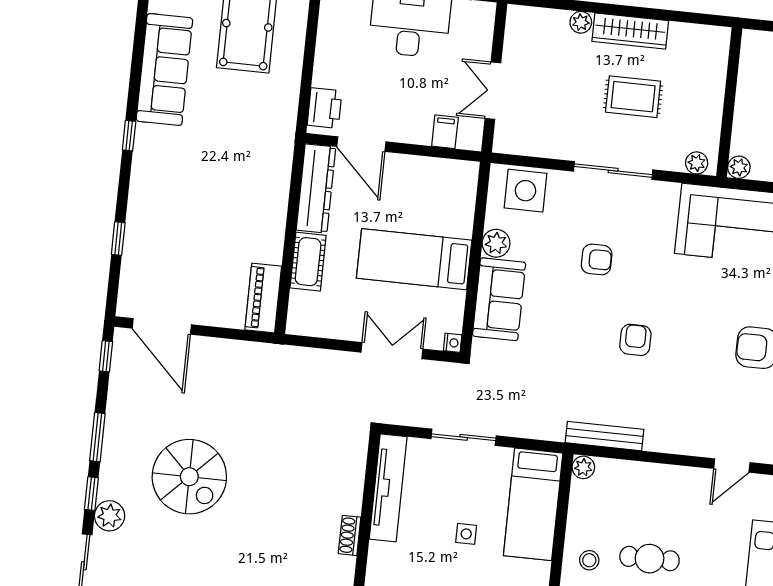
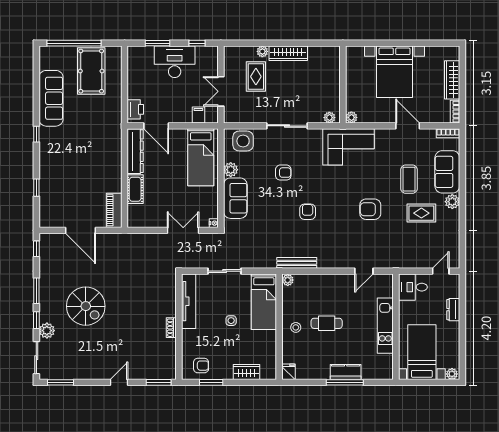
rug: (633, 97) -> (256, 77), moved, turned 90
bed: (414, 259) -> (201, 157), moved, turned -90
door: (162, 326) -> (81, 230), moved

